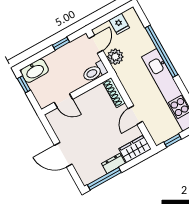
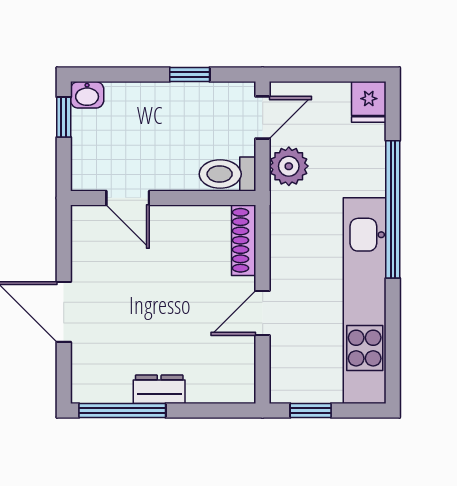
fridge: (119, 24) -> (369, 102), moved
washbasin: (35, 71) -> (87, 95), width x0.52, depth x0.69
wardrobe: (135, 149) -> (222, 384), removed

